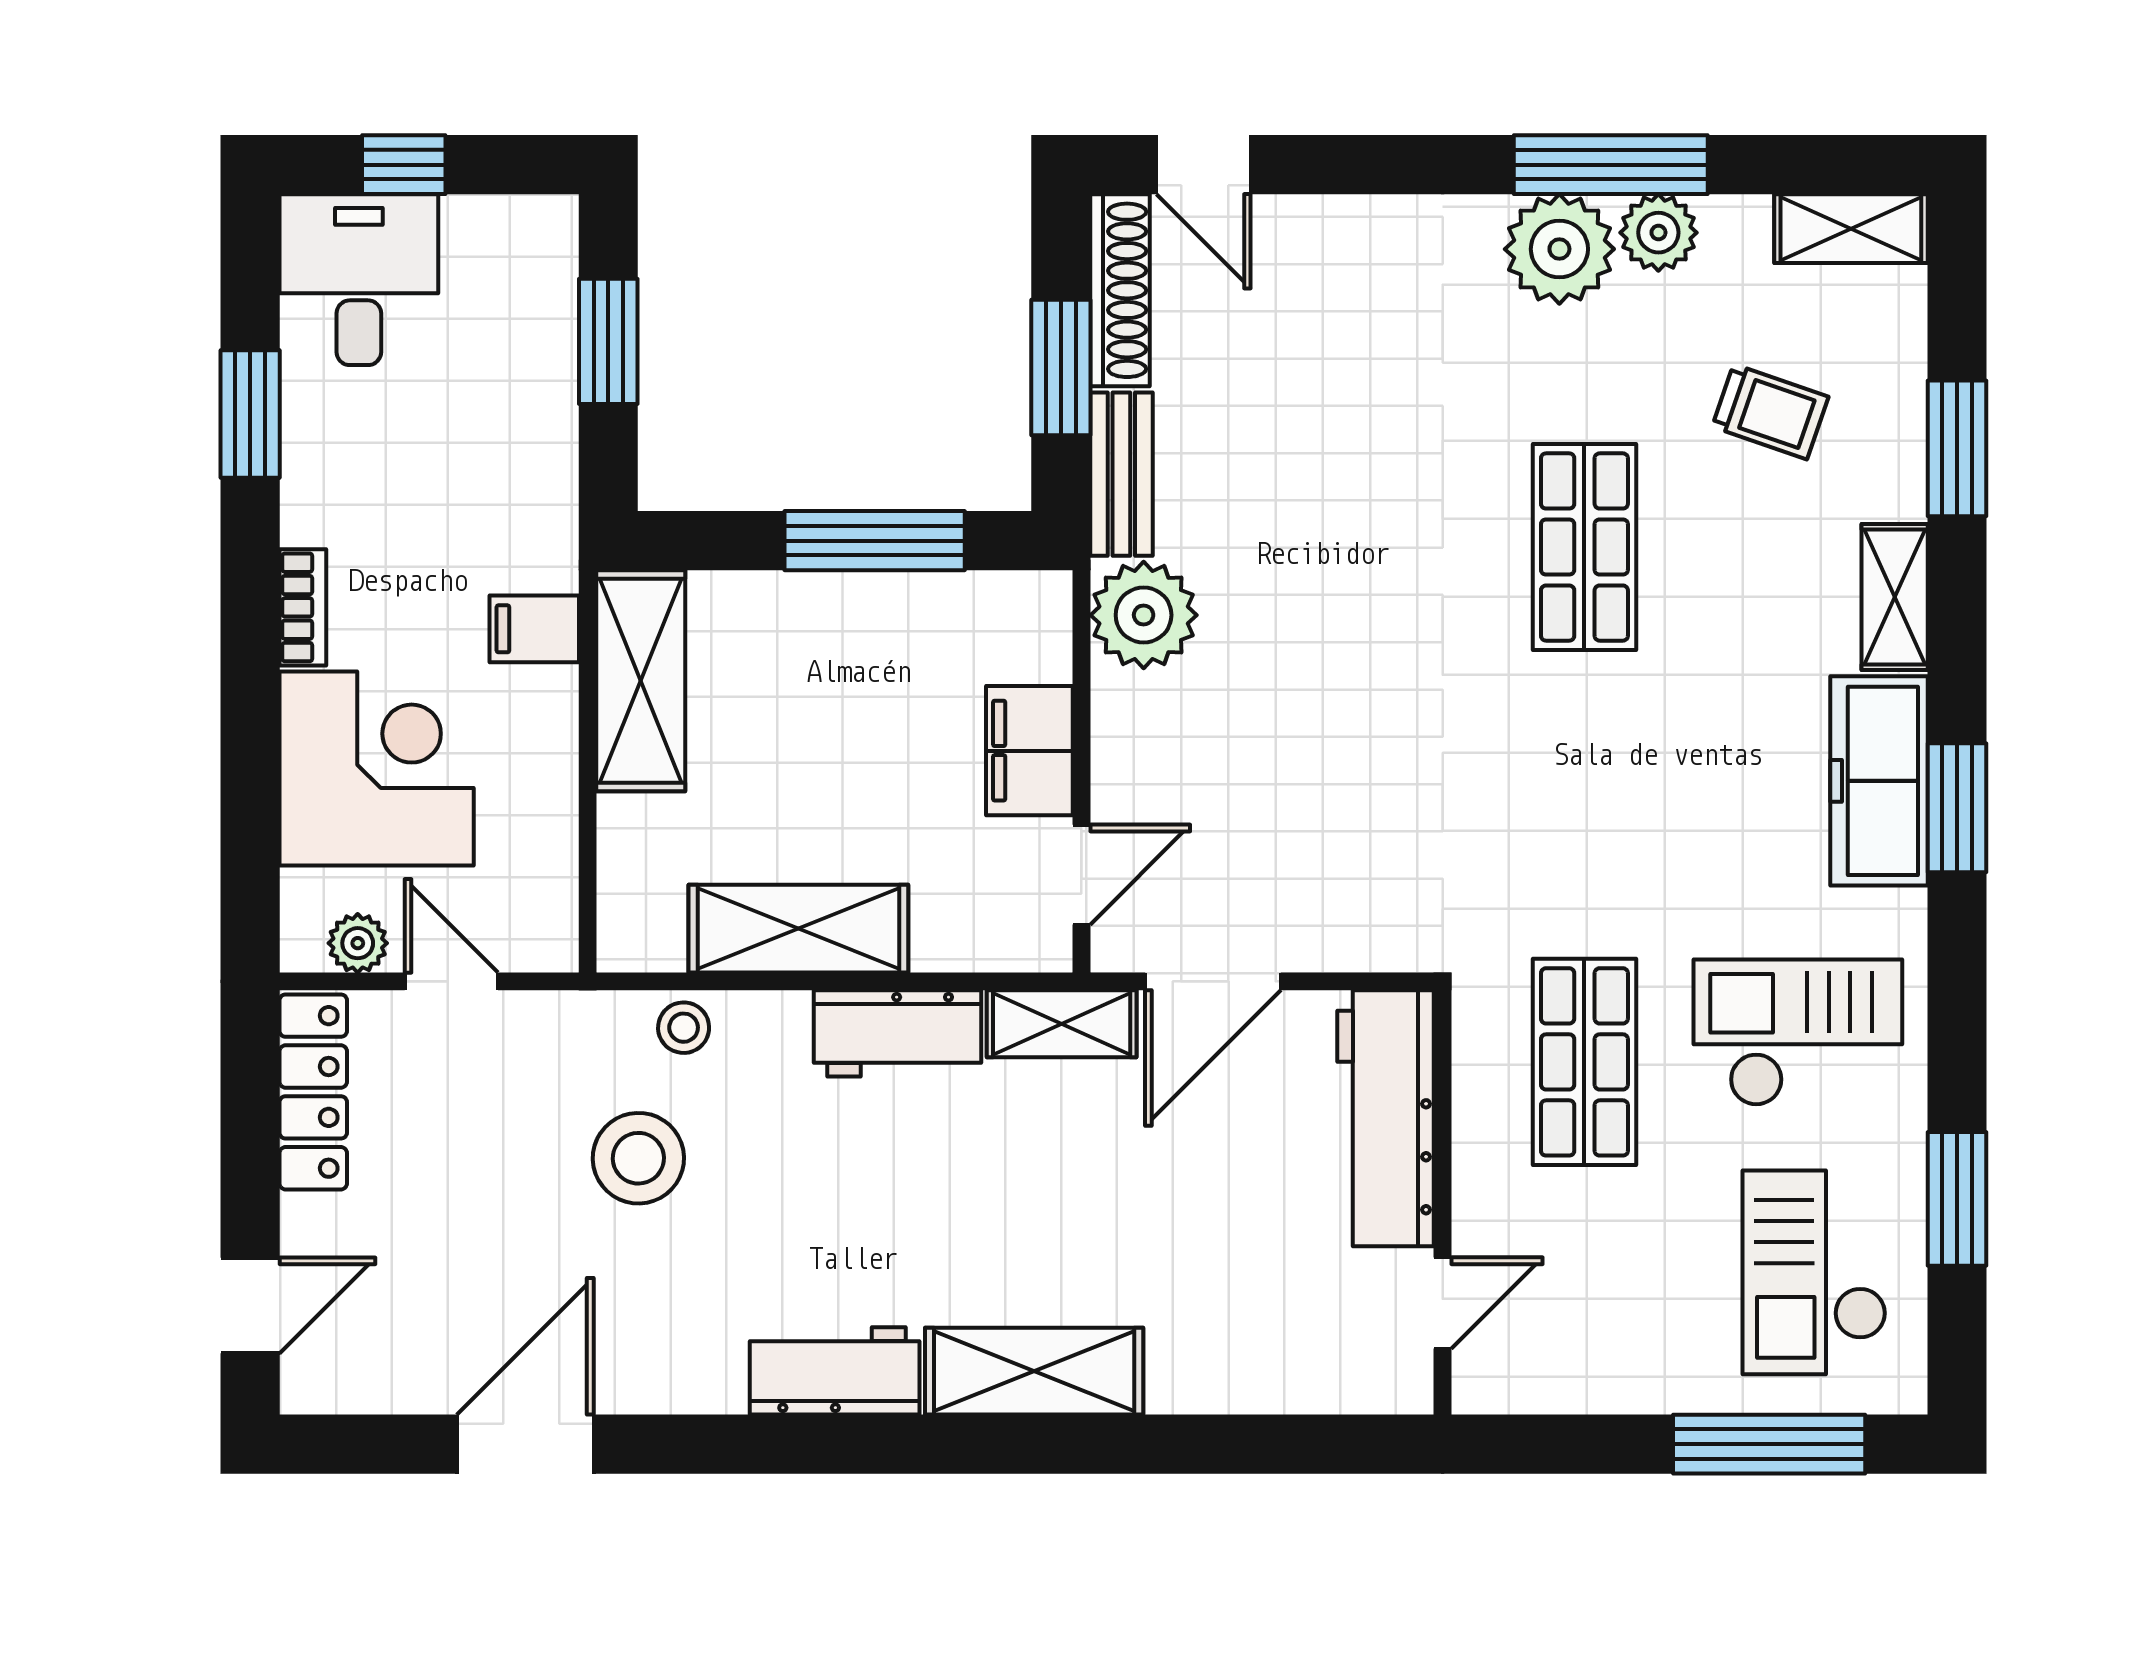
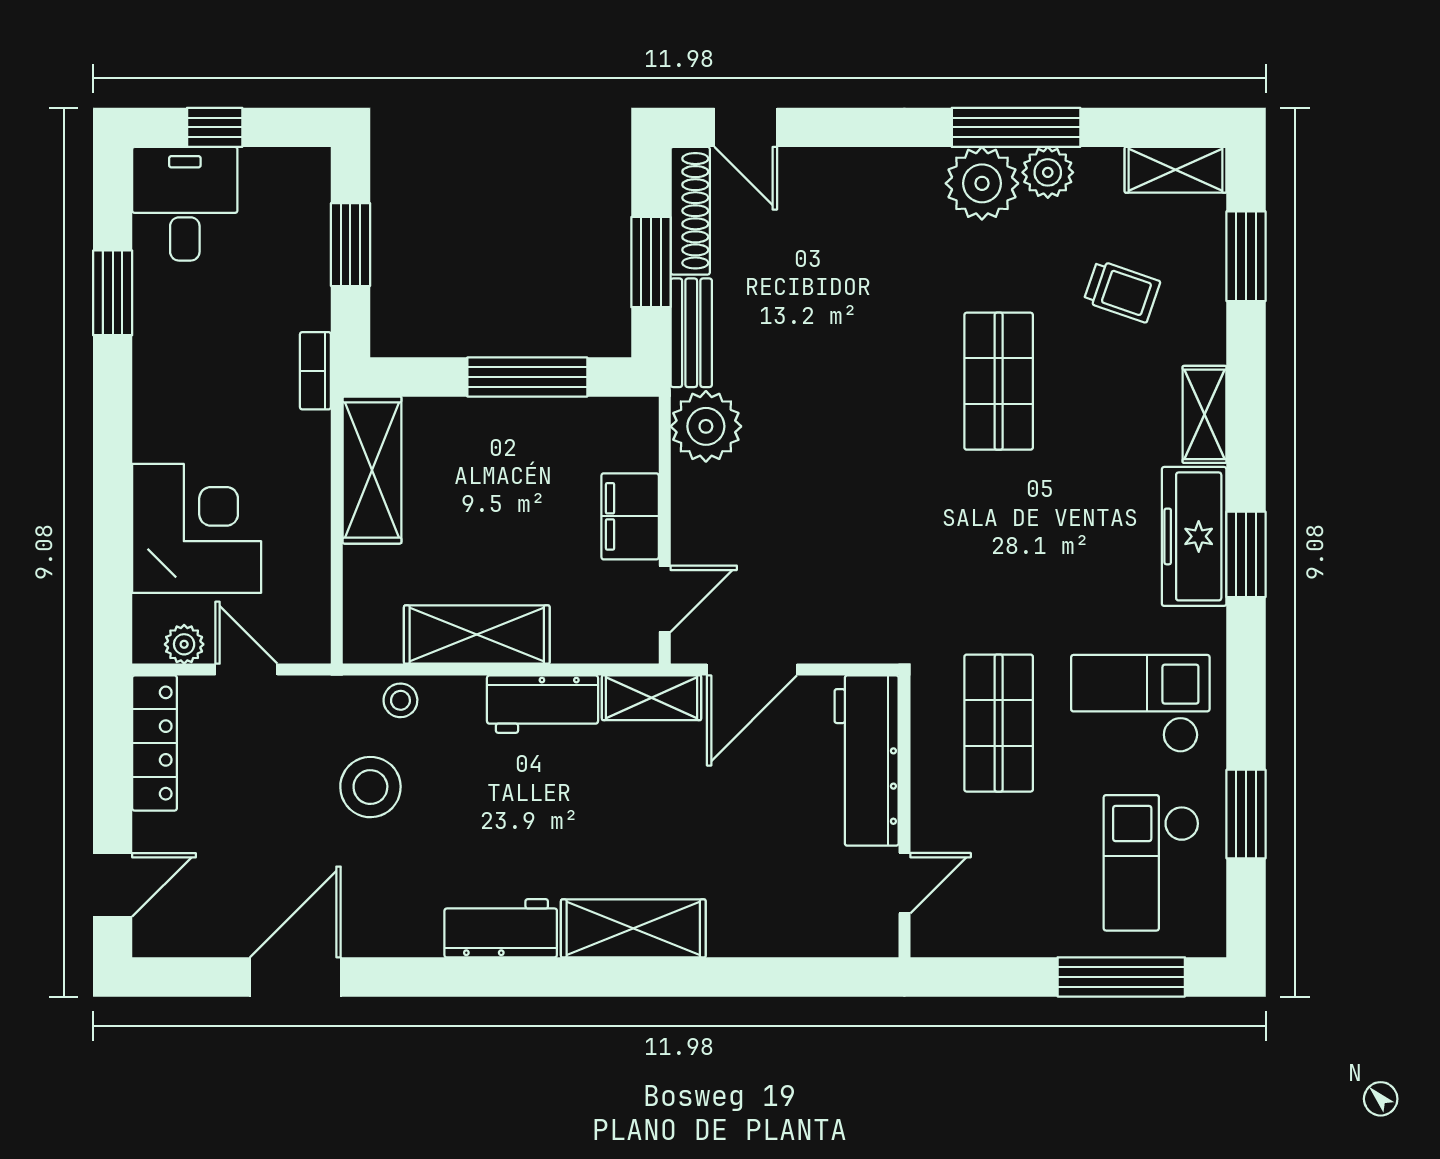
window: (1957, 448) -> (1246, 256), moved
bookcase: (303, 607) -> (315, 371), moved, turned 180
filing cabinet: (534, 629) -> (301, 436), removed

